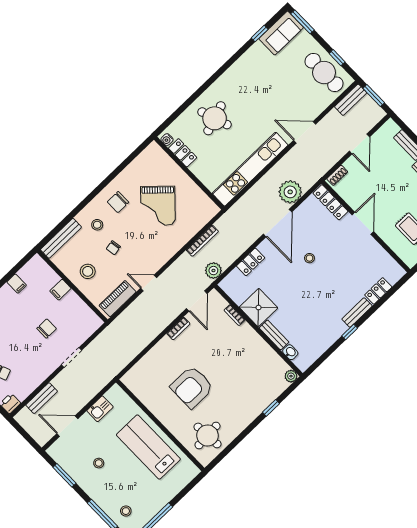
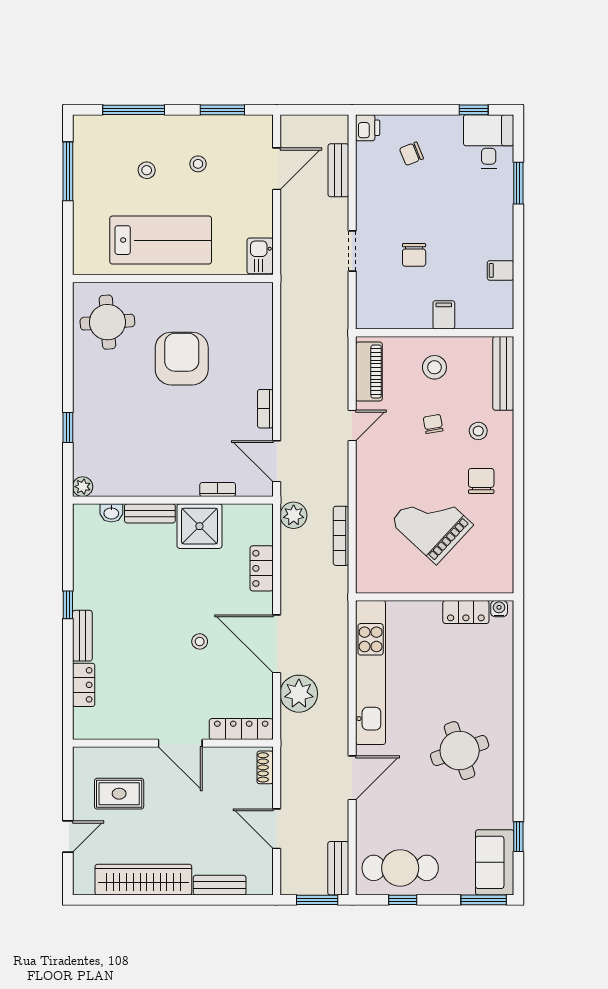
round table: (215, 118) -> (460, 751), moved
kitchen sink: (100, 409) -> (260, 256), moved
stool: (126, 511) -> (147, 170), moved

